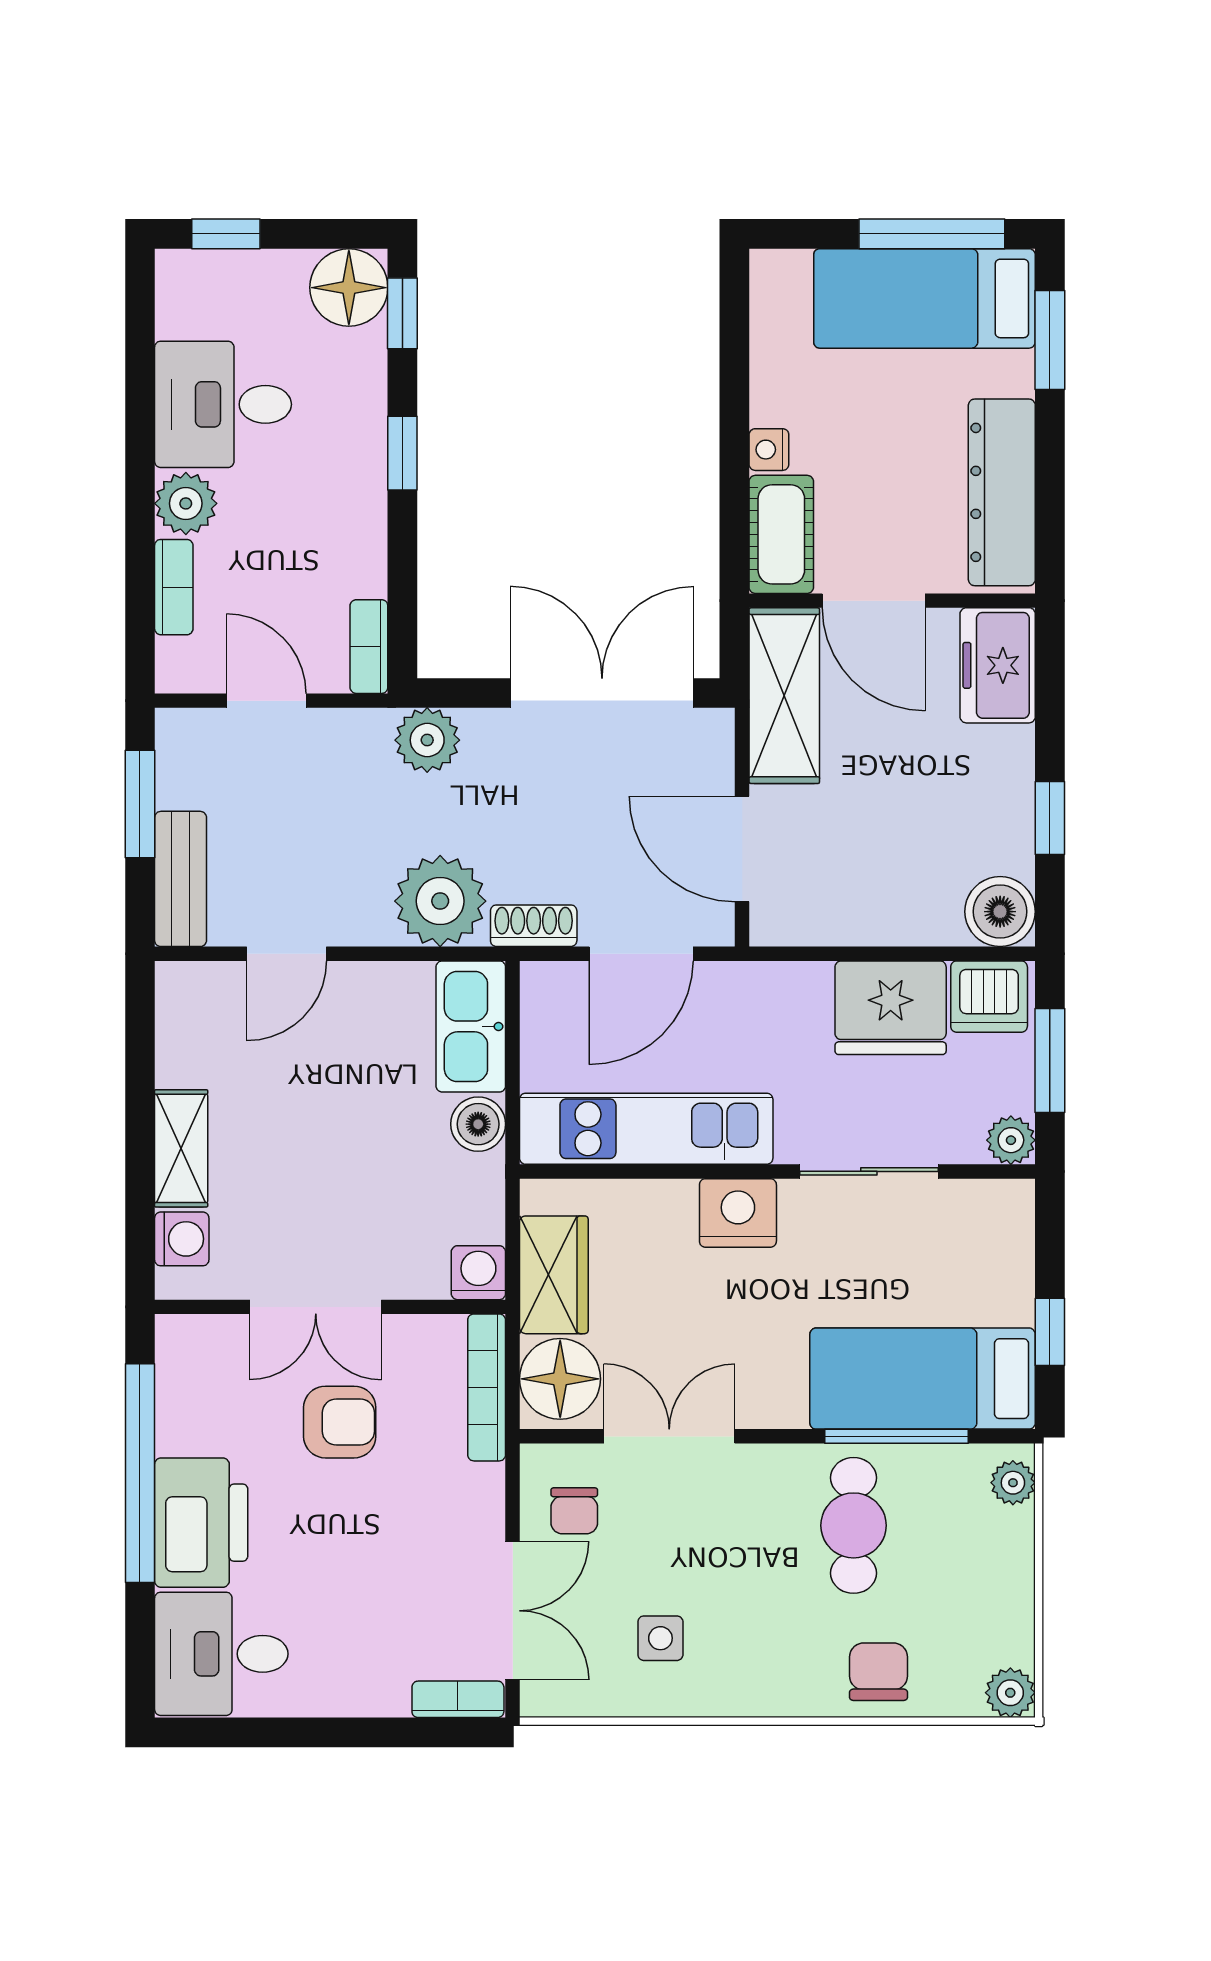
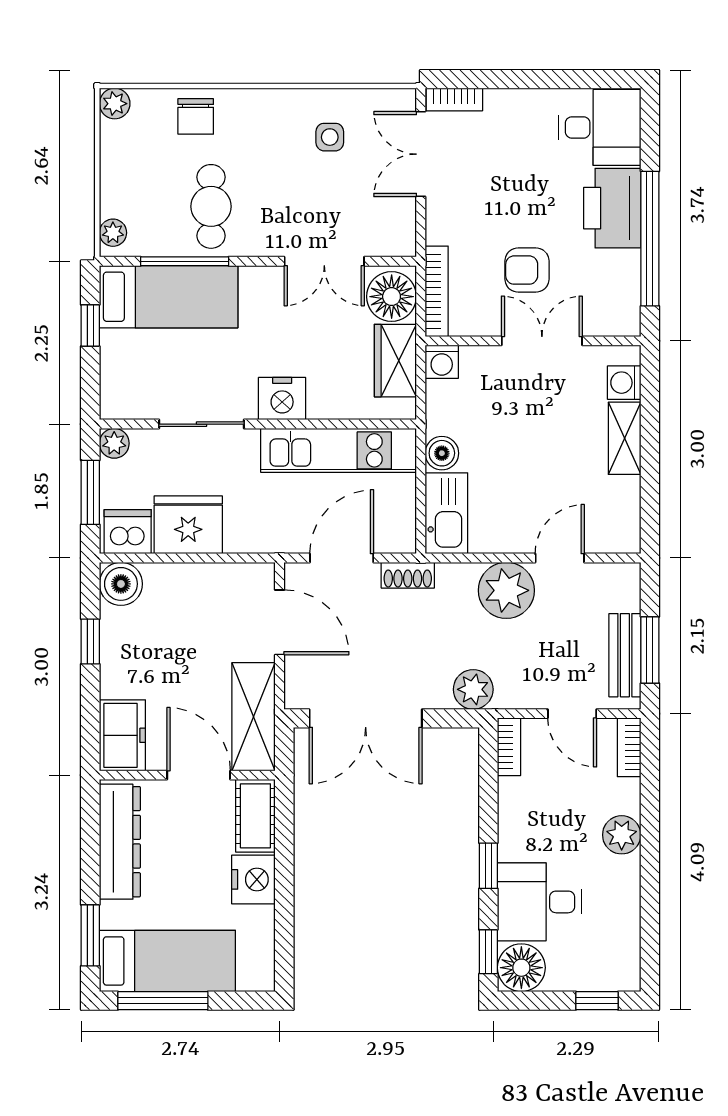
desk: (223, 404) -> (539, 902), moved, turned 180
nightstand: (769, 450) -> (253, 879), width x1.89, depth x1.79
bookcase: (174, 587) -> (629, 747), moved
bench: (181, 879) -> (625, 655), moved
plant: (440, 901) -> (506, 590), moved
chair: (574, 1511) -> (383, 215), removed

